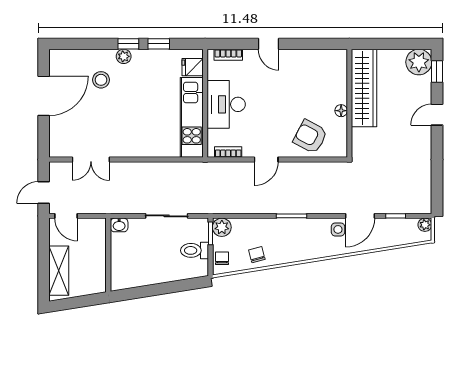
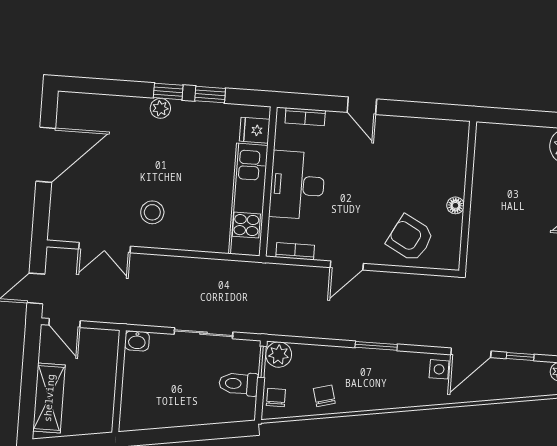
stool: (101, 80) -> (152, 212), moved
wardrobe: (364, 88) -> (490, 176), removed

